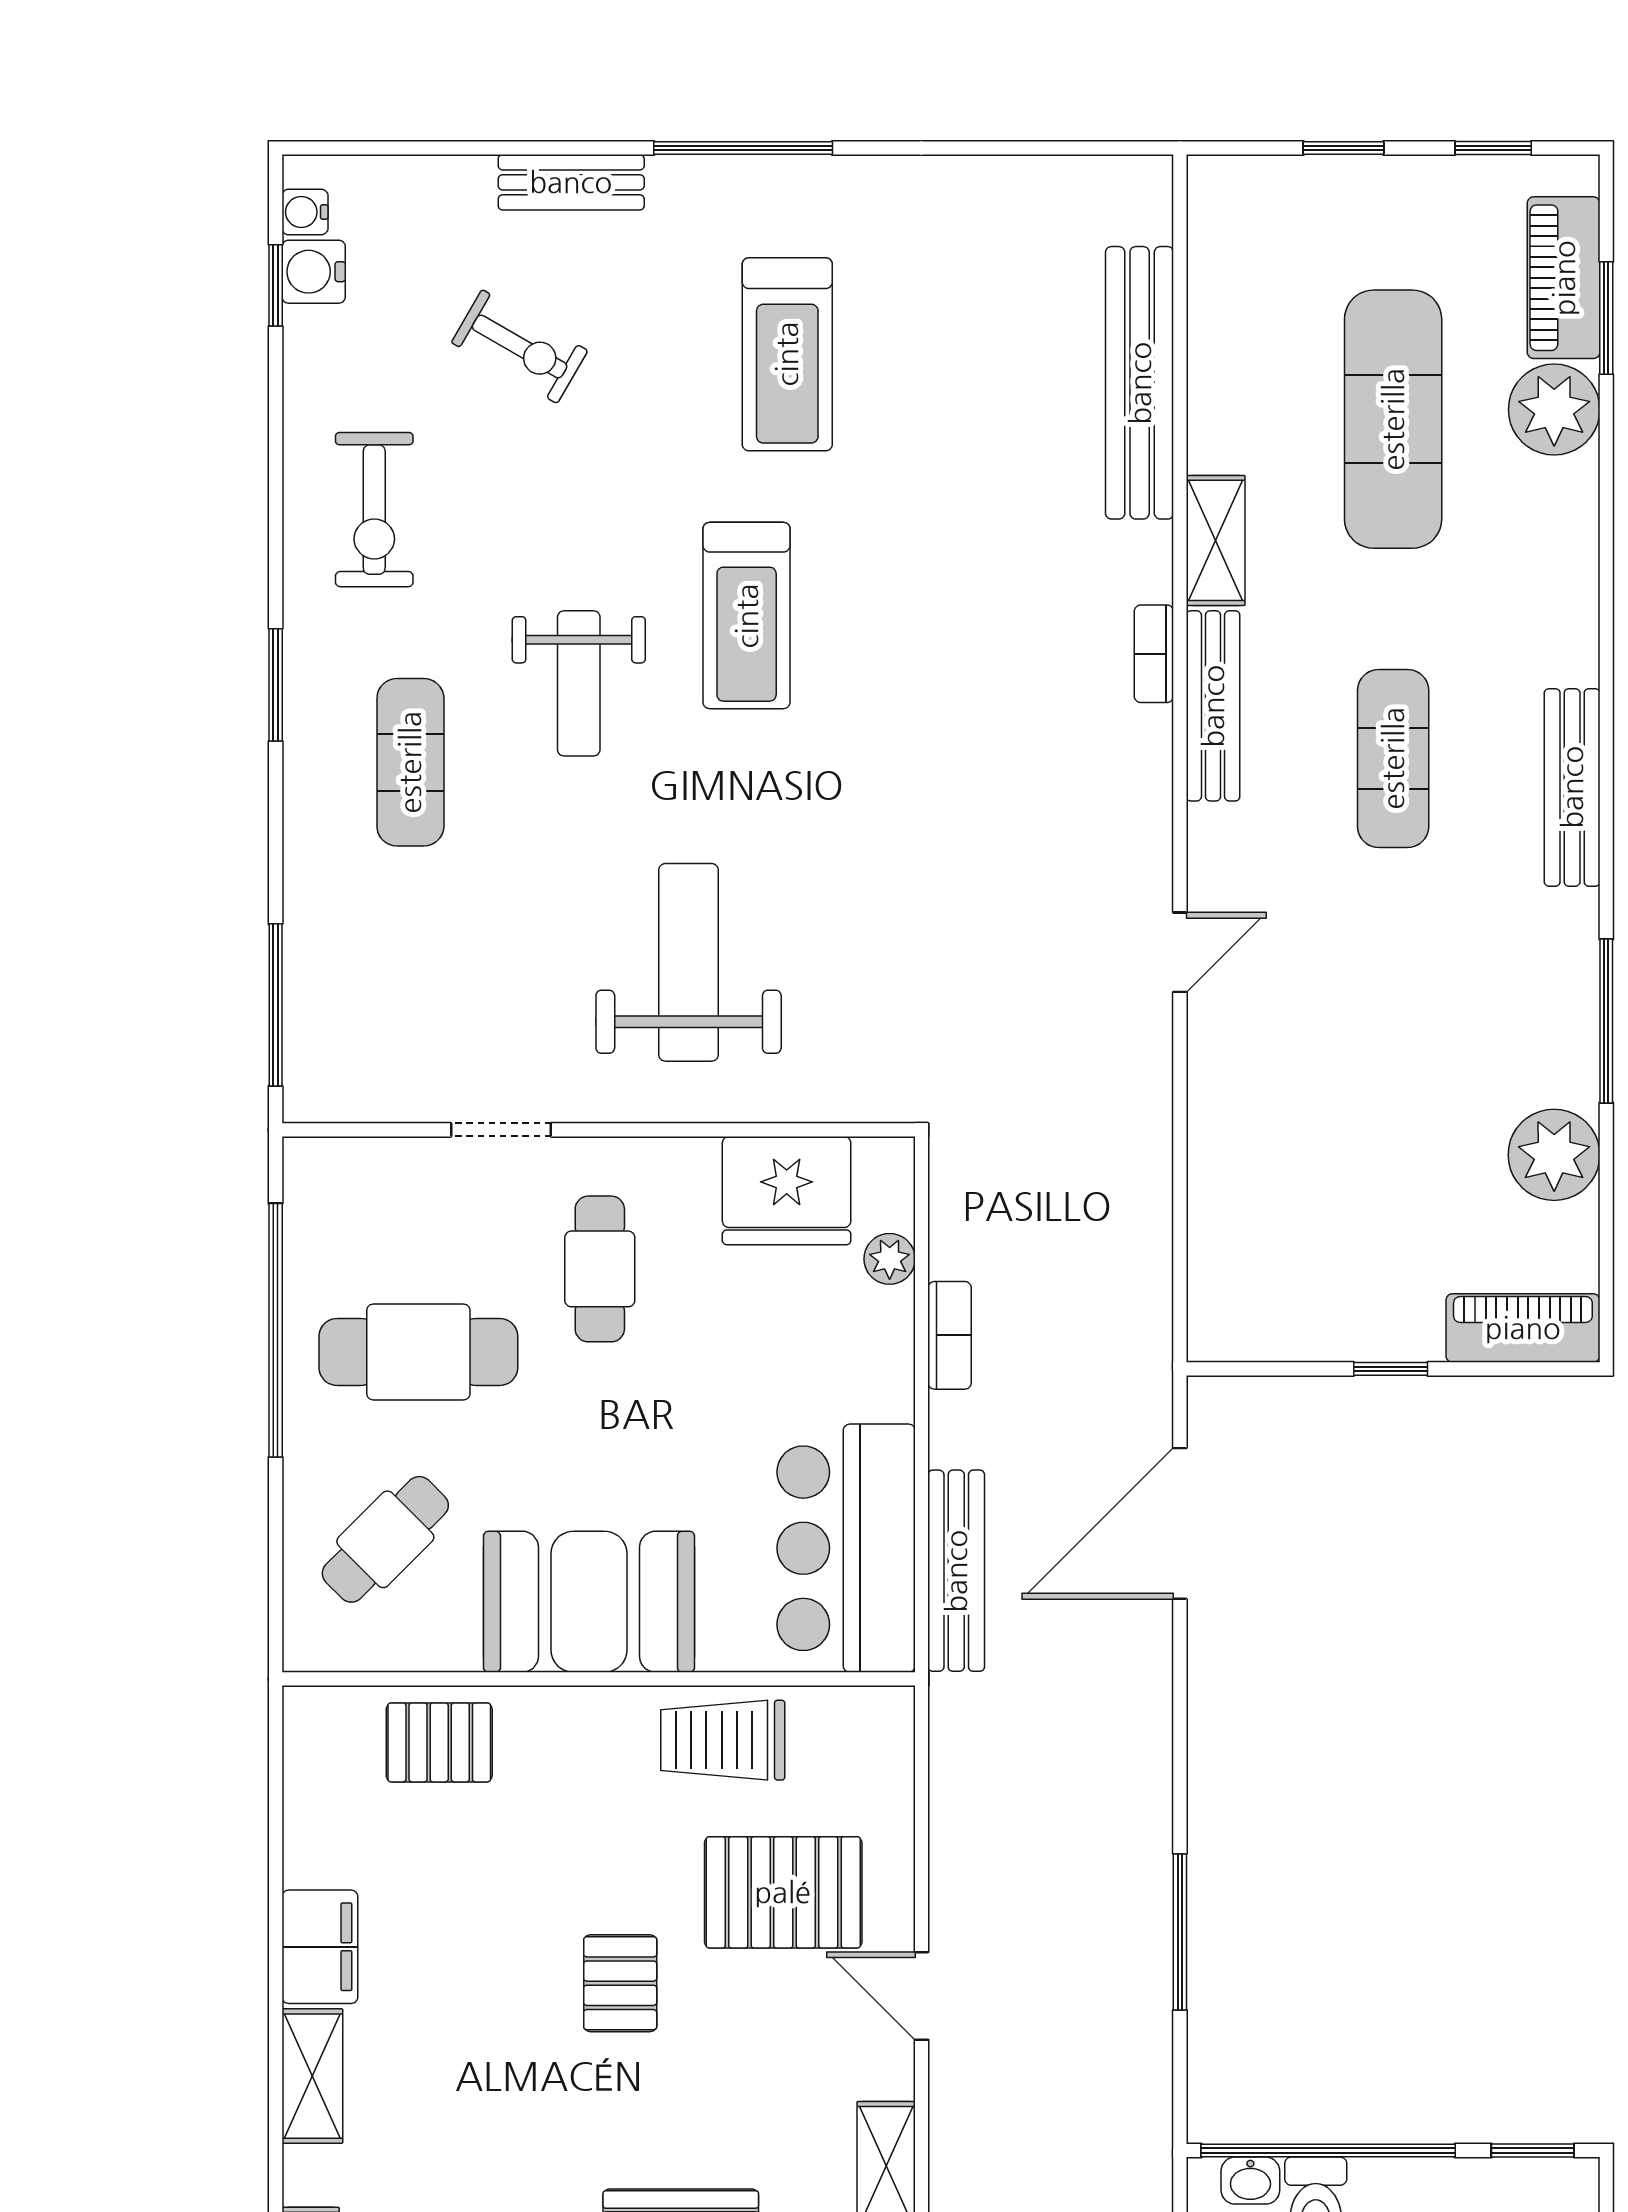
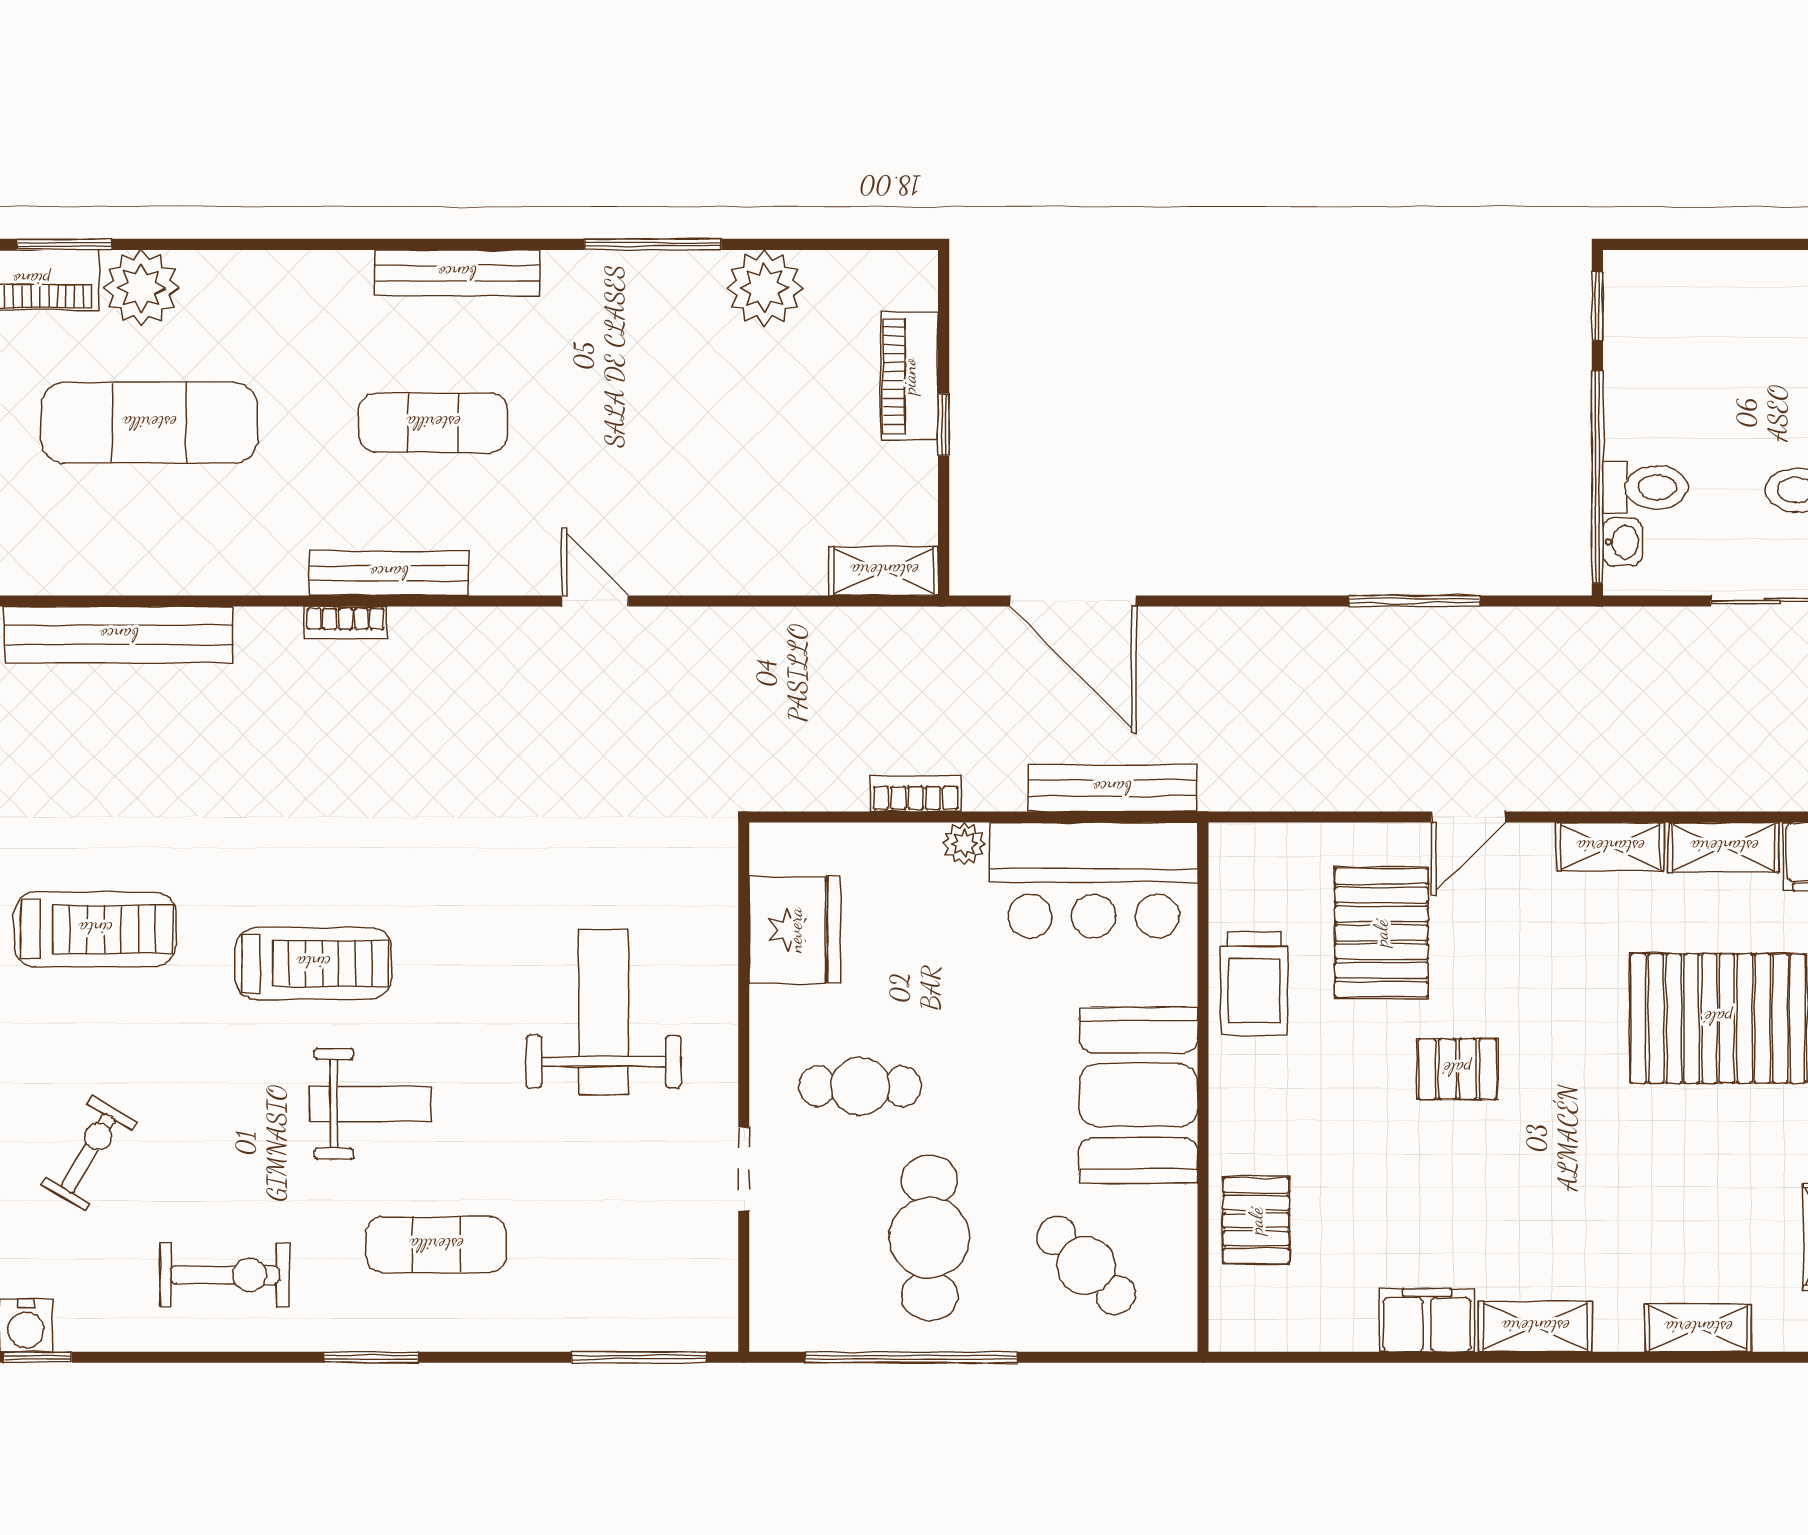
shelving: (1216, 540) -> (884, 571), moved
weight bench: (689, 962) -> (604, 1012), turned 90
plant: (890, 1259) -> (964, 844), moved
piano: (1523, 1328) -> (909, 376), moved

